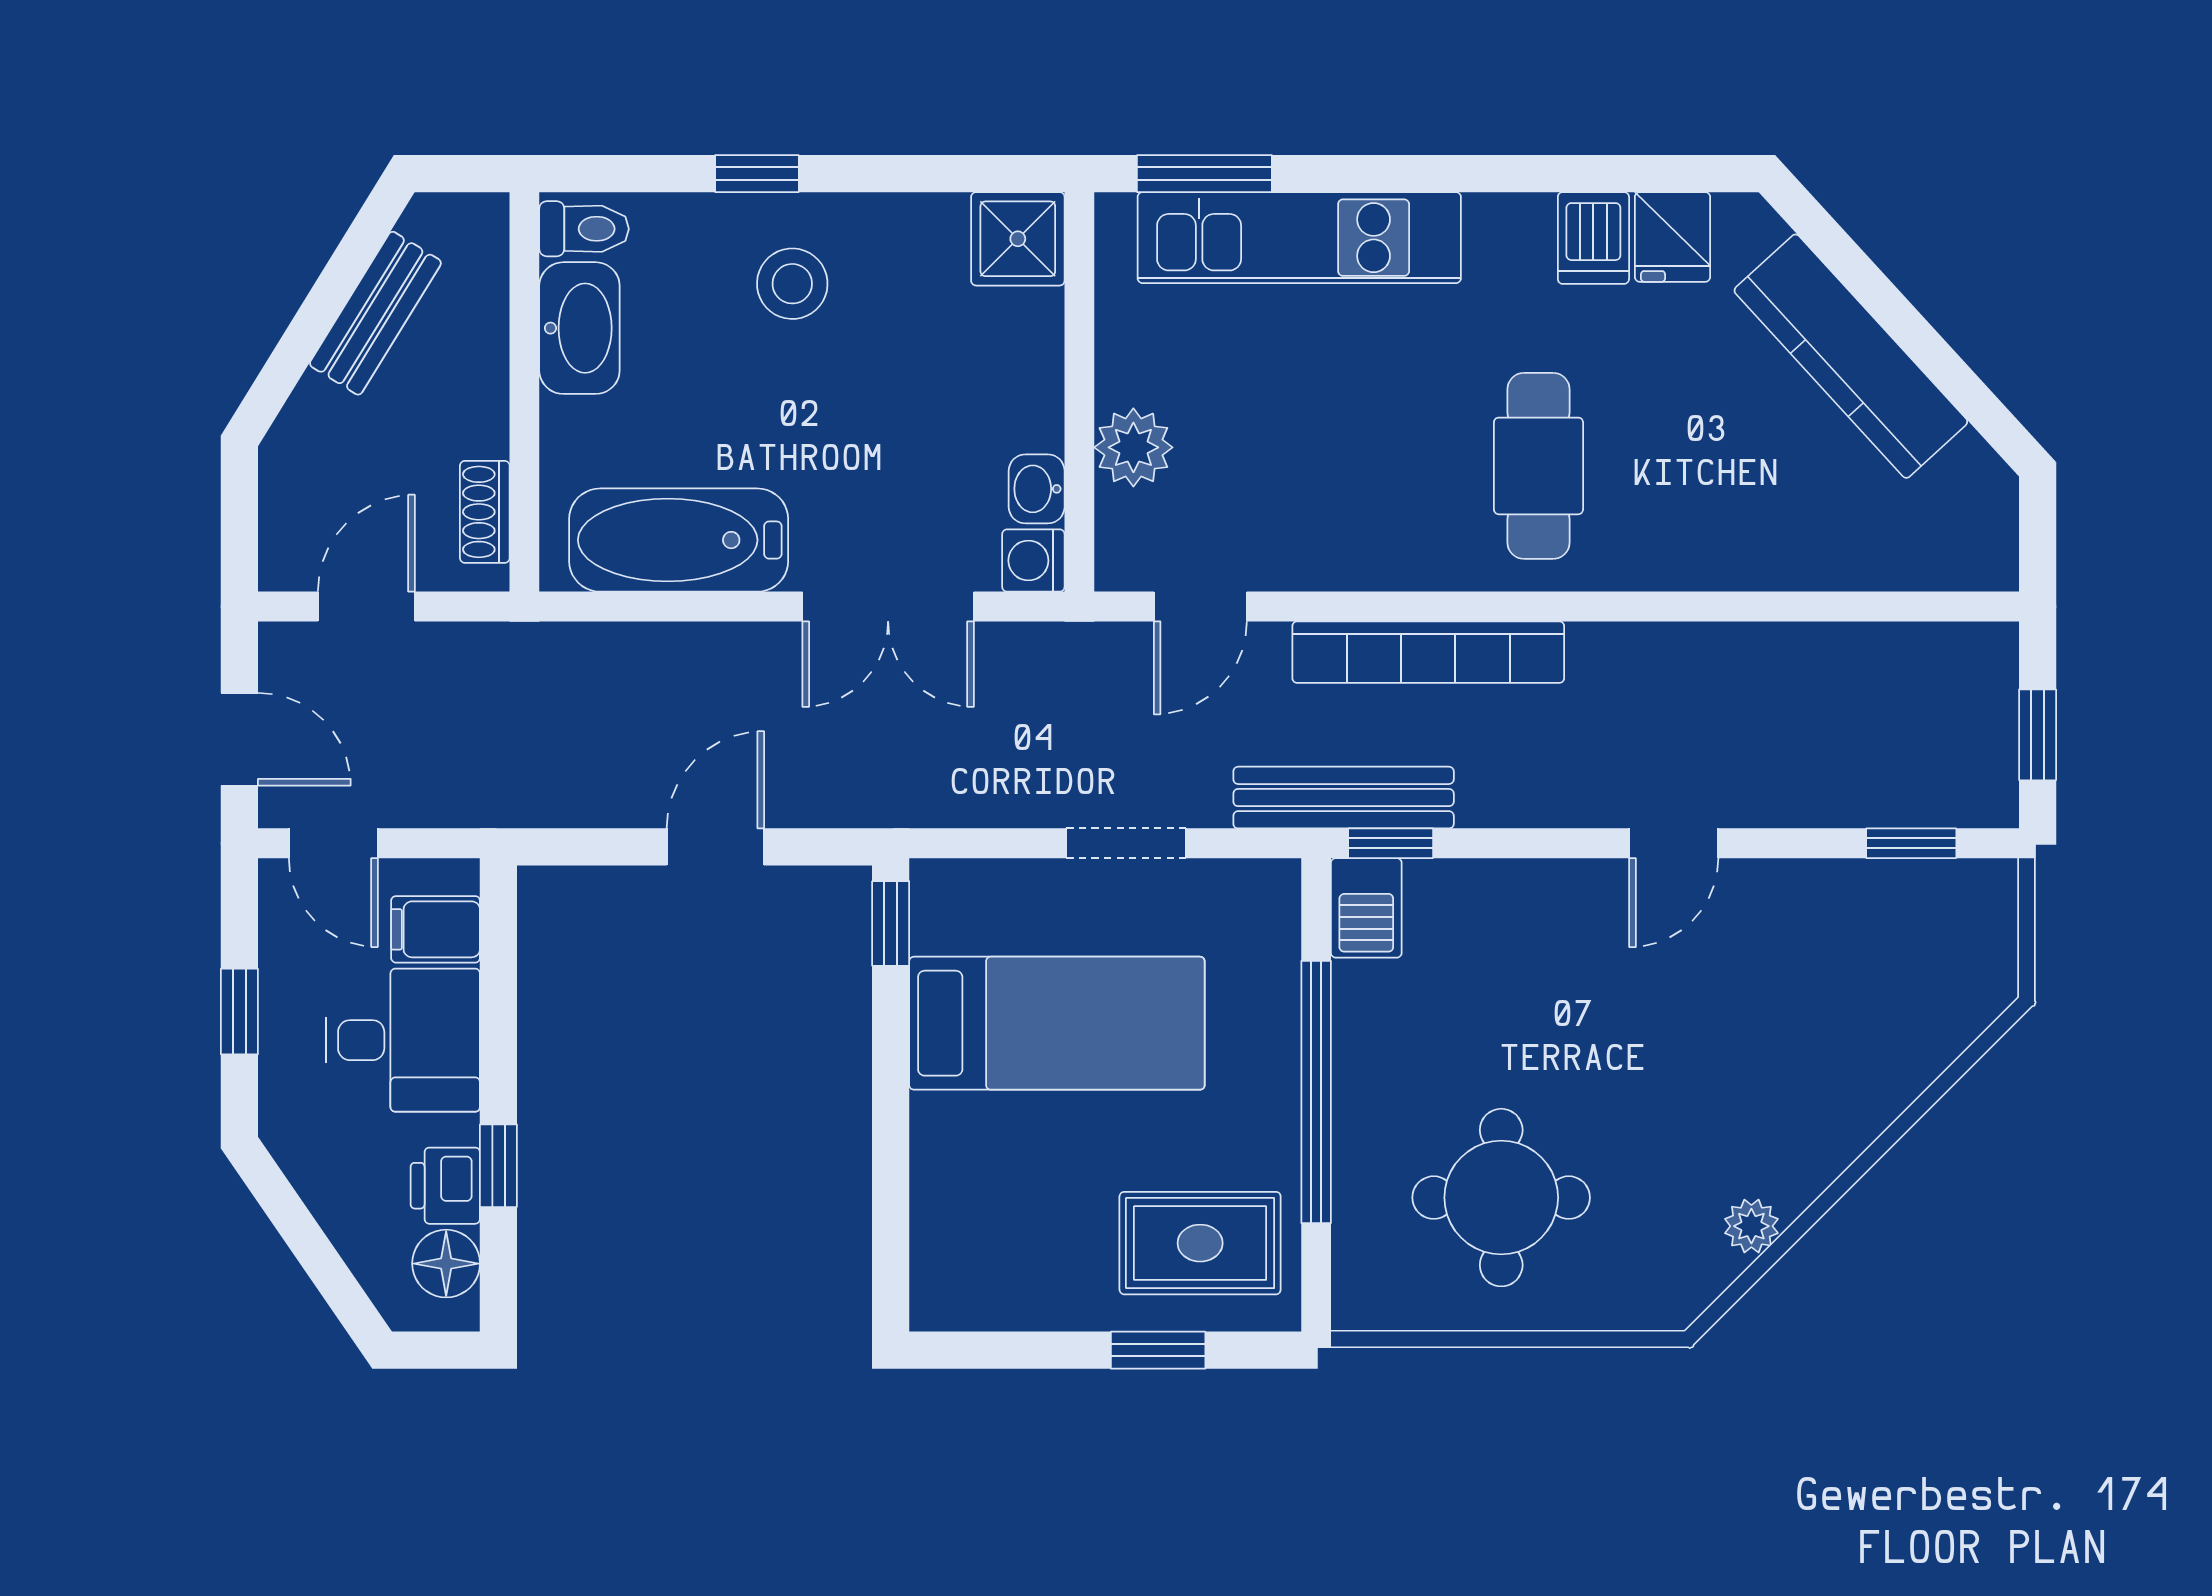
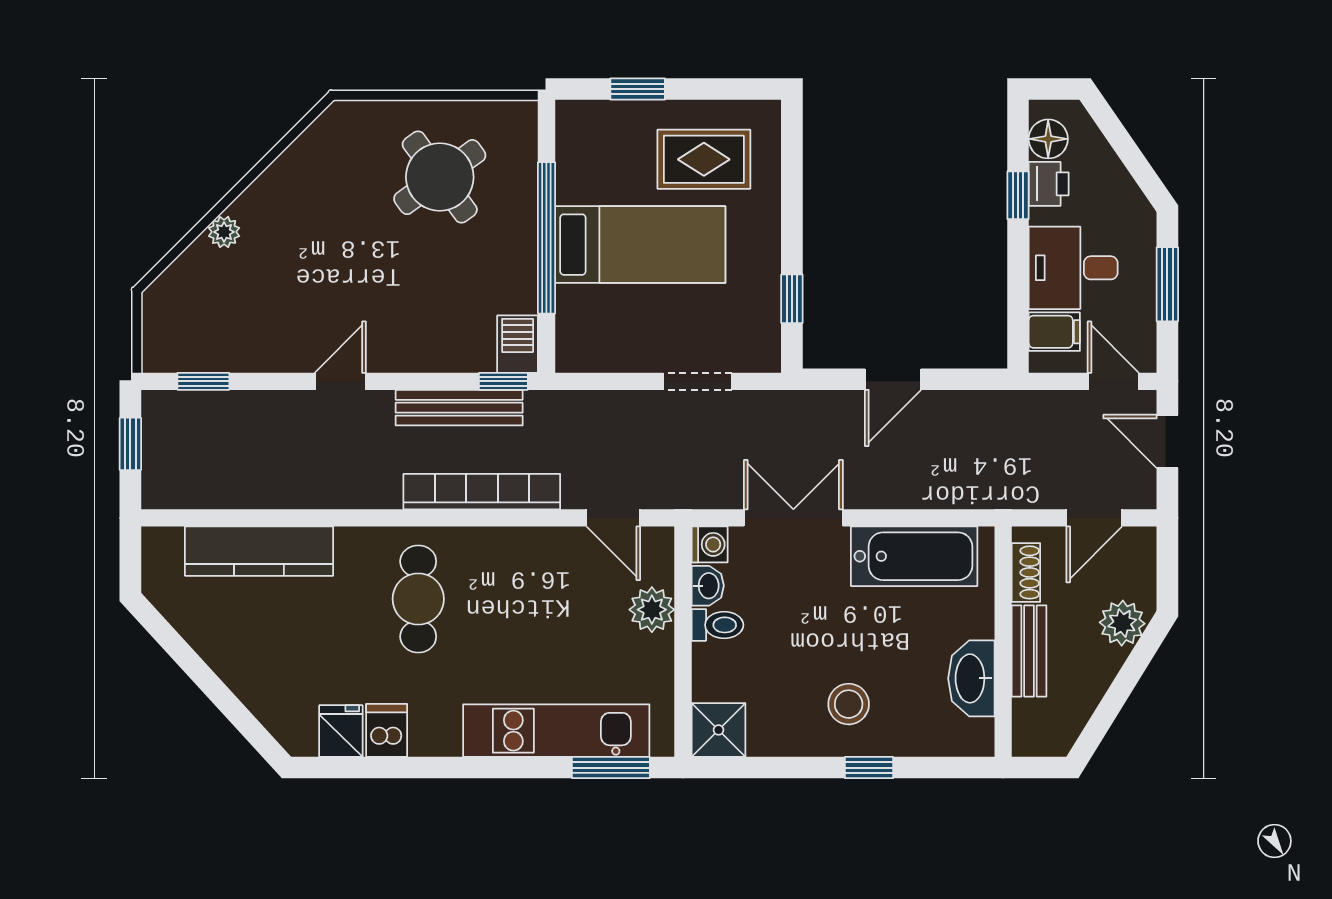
toilet: (584, 229) -> (717, 625), moved, turned 180
bench: (375, 313) -> (1029, 651), moved, turned -32
kitchen counter: (1851, 356) -> (259, 551), moved, turned 132
plant: (318, 424) -> (1122, 623), added
door: (1200, 606) -> (613, 518), swing flipped
bench: (1344, 798) -> (459, 408), moved
doorway: (1126, 843) -> (698, 381), moved
window: (891, 923) -> (792, 299), moved
window: (239, 1011) -> (1167, 284), width x1.50
bed: (1057, 1023) -> (640, 245), moved, turned 180
round table: (1501, 1198) -> (440, 177), turned -36
plant: (1751, 1226) -> (224, 232), moved
rug: (1200, 1243) -> (704, 159), moved

